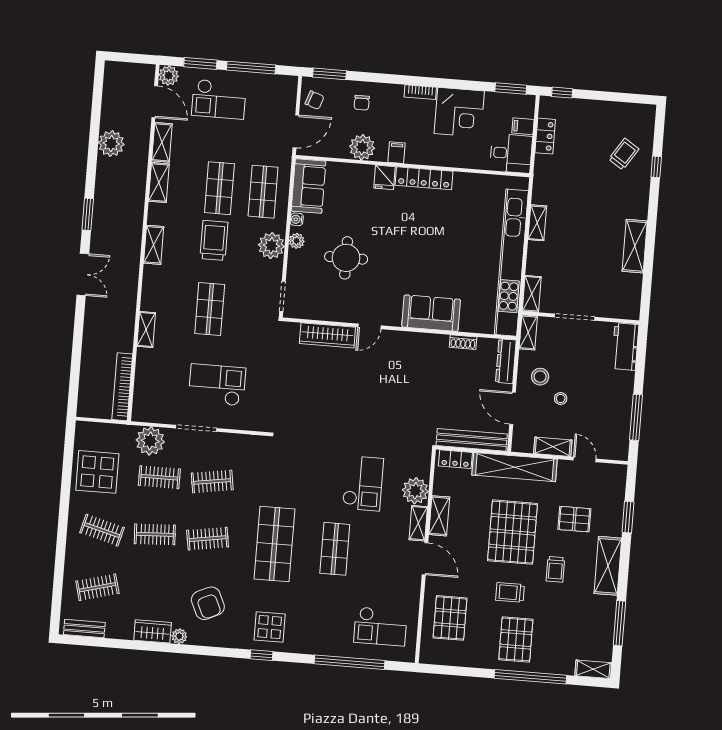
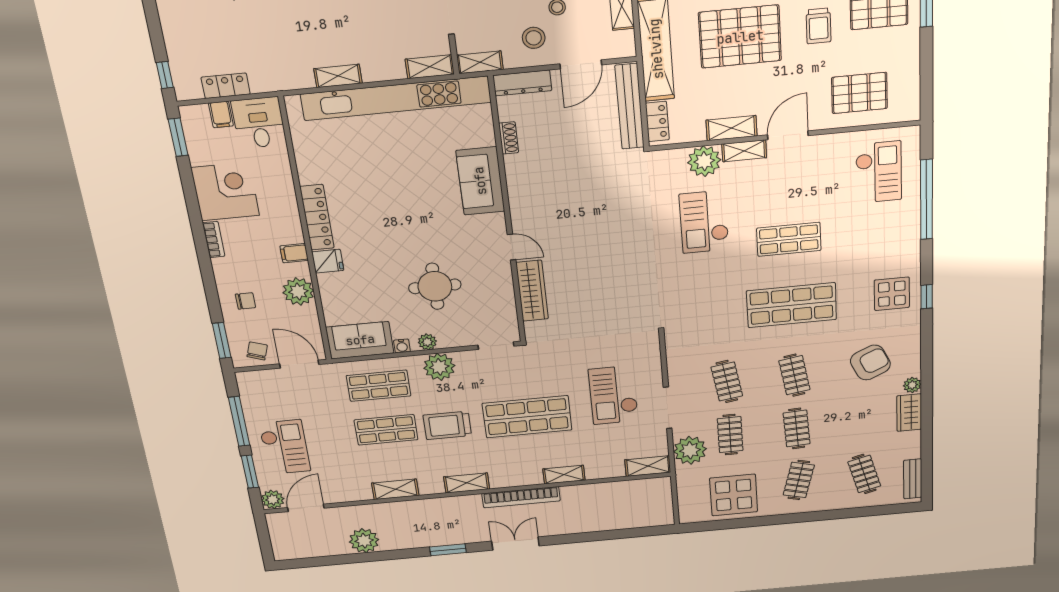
shelving: (162, 142) -> (648, 466), moved
shop shelf: (210, 309) -> (527, 417), width x1.43, depth x1.36
bookcase: (122, 387) -> (521, 497), moved
checkout: (363, 483) -> (704, 222), turned -90

